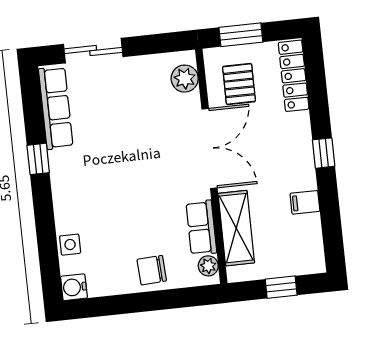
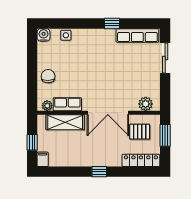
filing cabinet: (305, 202) -> (43, 159), moved

